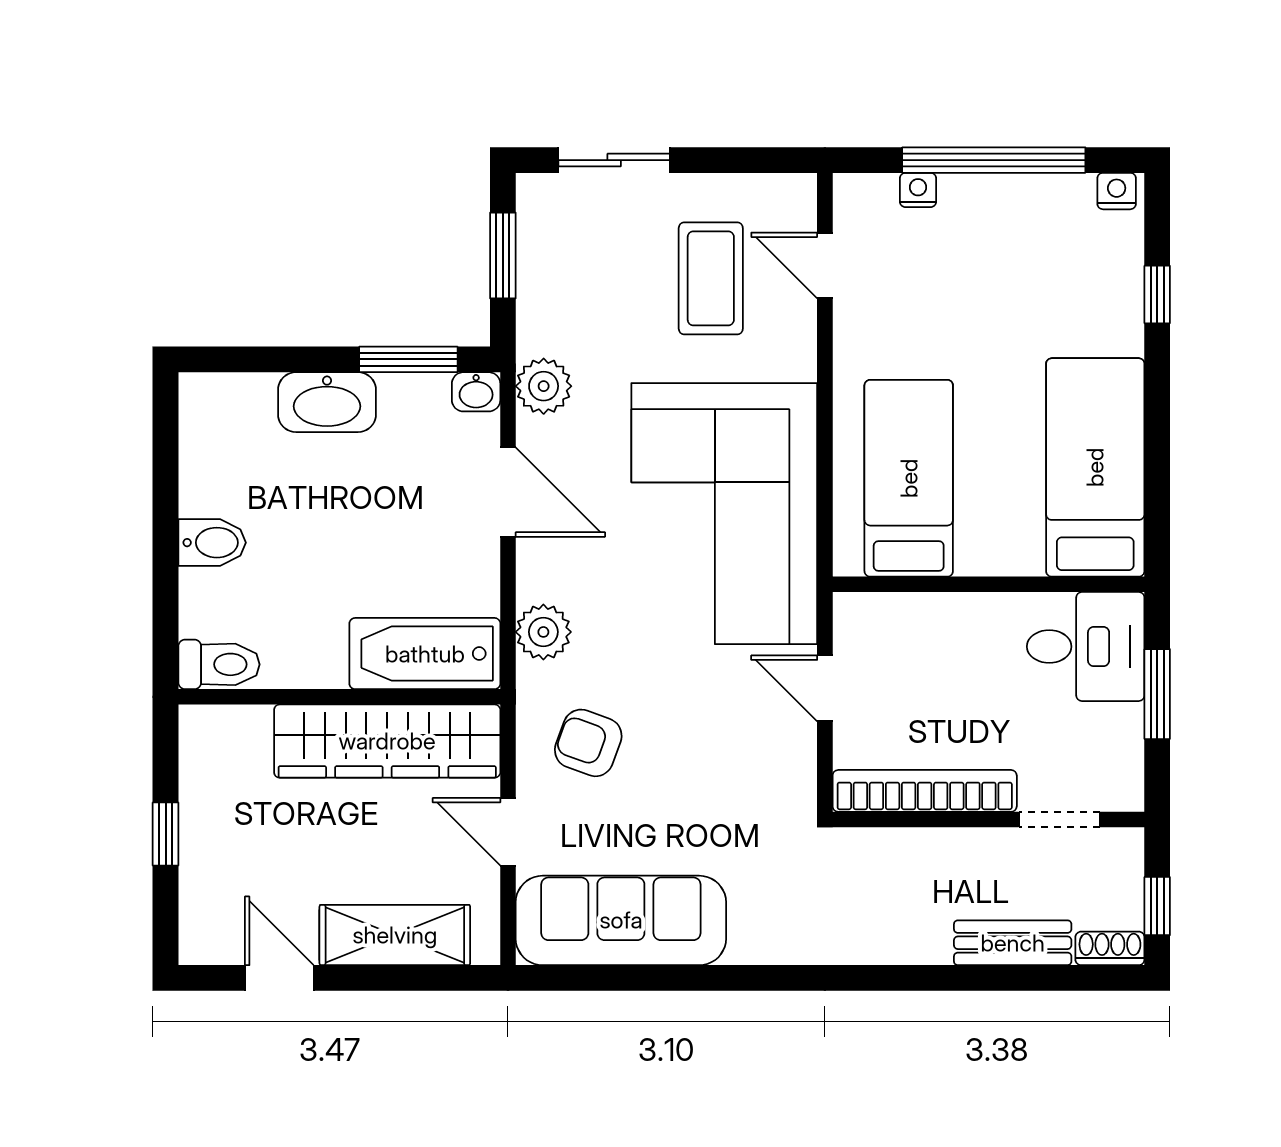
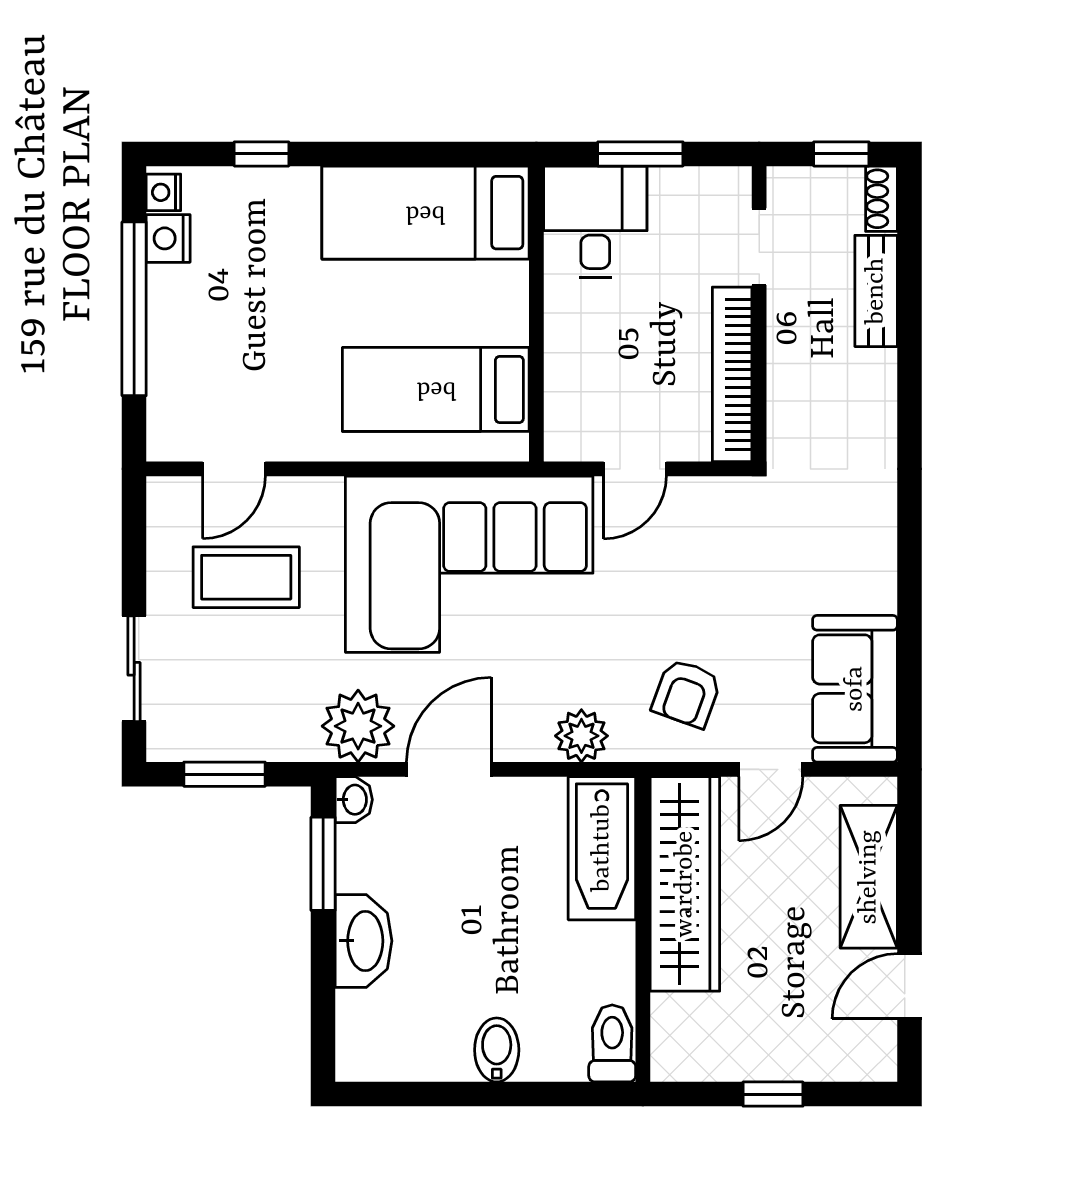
nightstand: (918, 190) -> (168, 238), moved, width x1.39, depth x1.35
plant: (544, 386) -> (358, 726), width x1.36, depth x1.36
sofa: (621, 920) -> (855, 689), width x0.73

